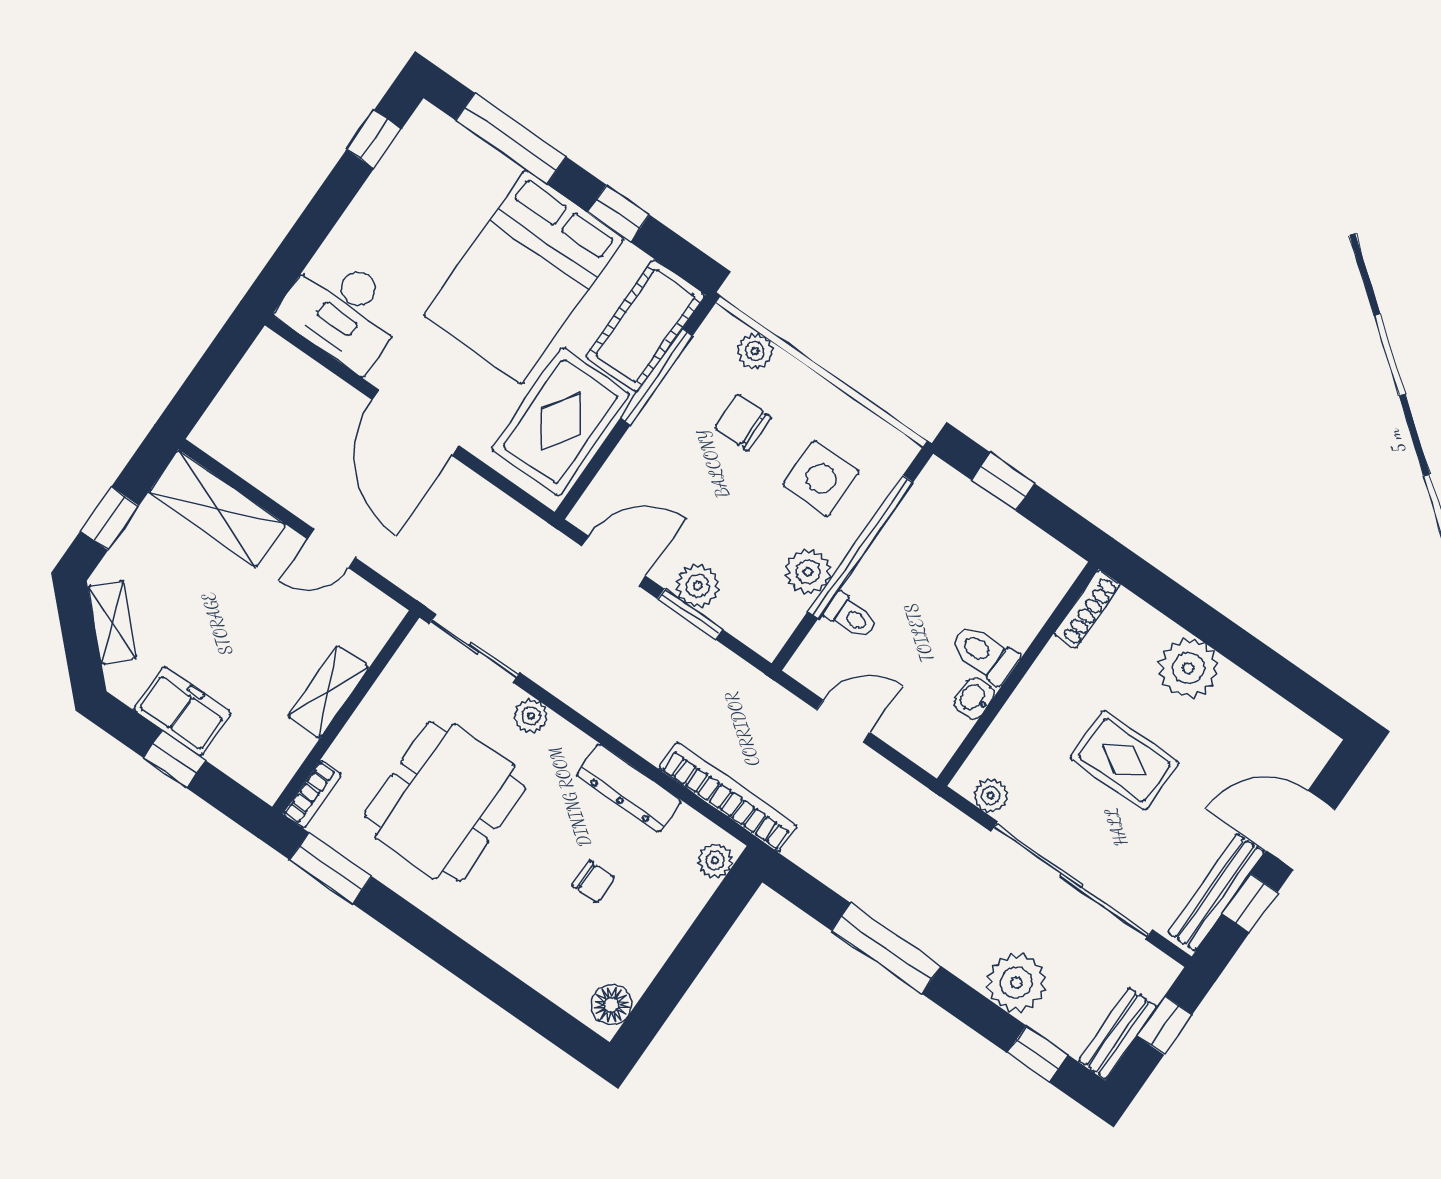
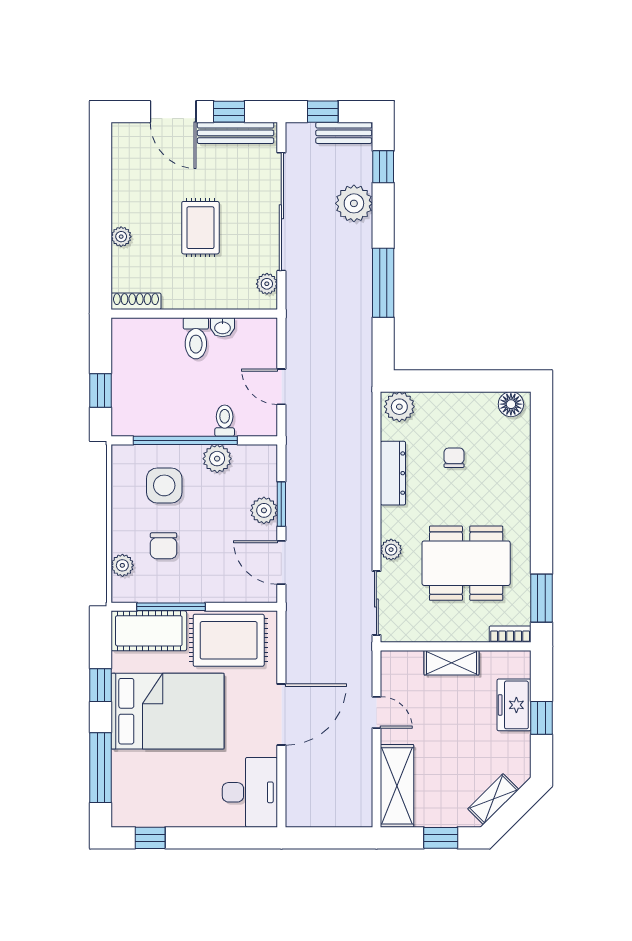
plant: (1188, 668) -> (121, 237), width x0.53, depth x0.53
freezer: (182, 711) -> (514, 705), moved
bookcase: (728, 797) -> (362, 419), removed
plant: (715, 860) -> (399, 407), width x1.38, depth x1.38

